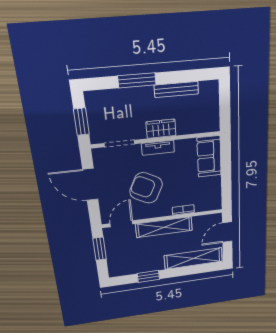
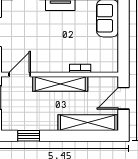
armchair: (146, 188) -> (46, 42), removed
window: (148, 276) -> (29, 136), moved

